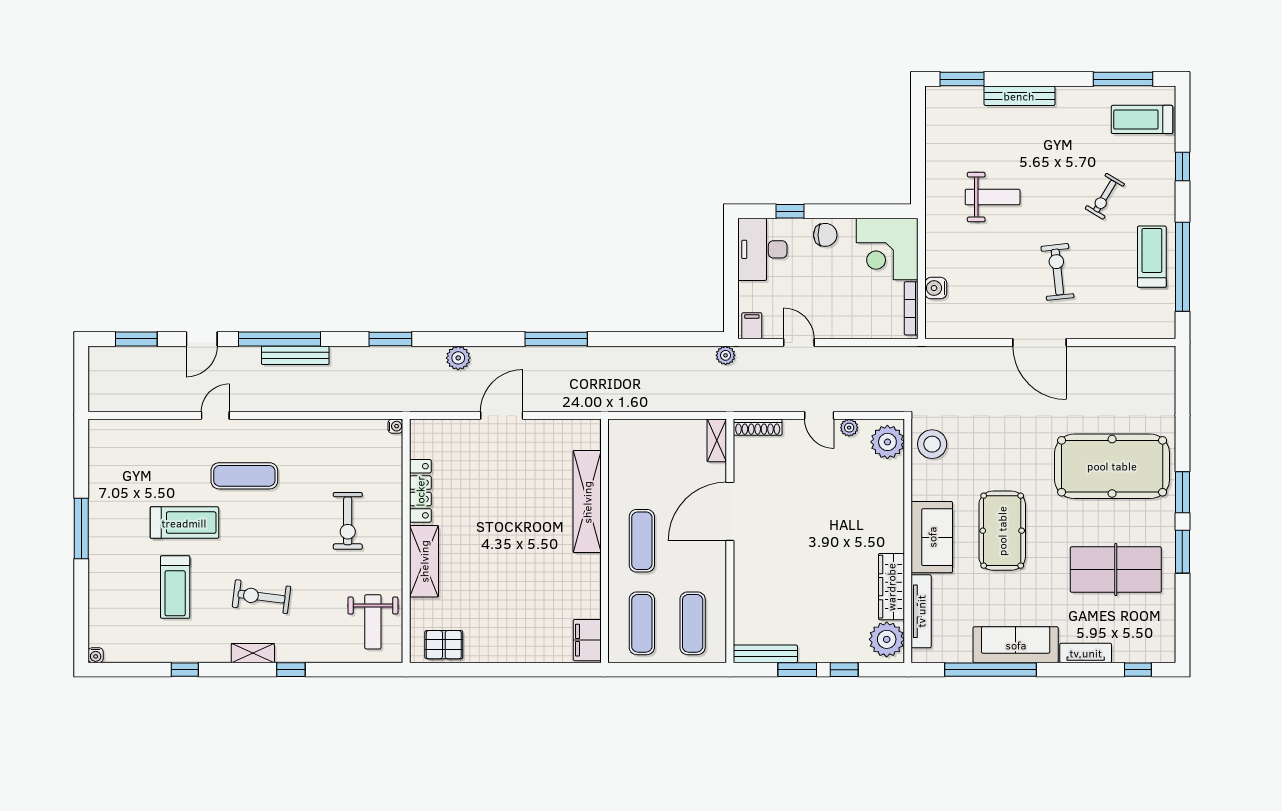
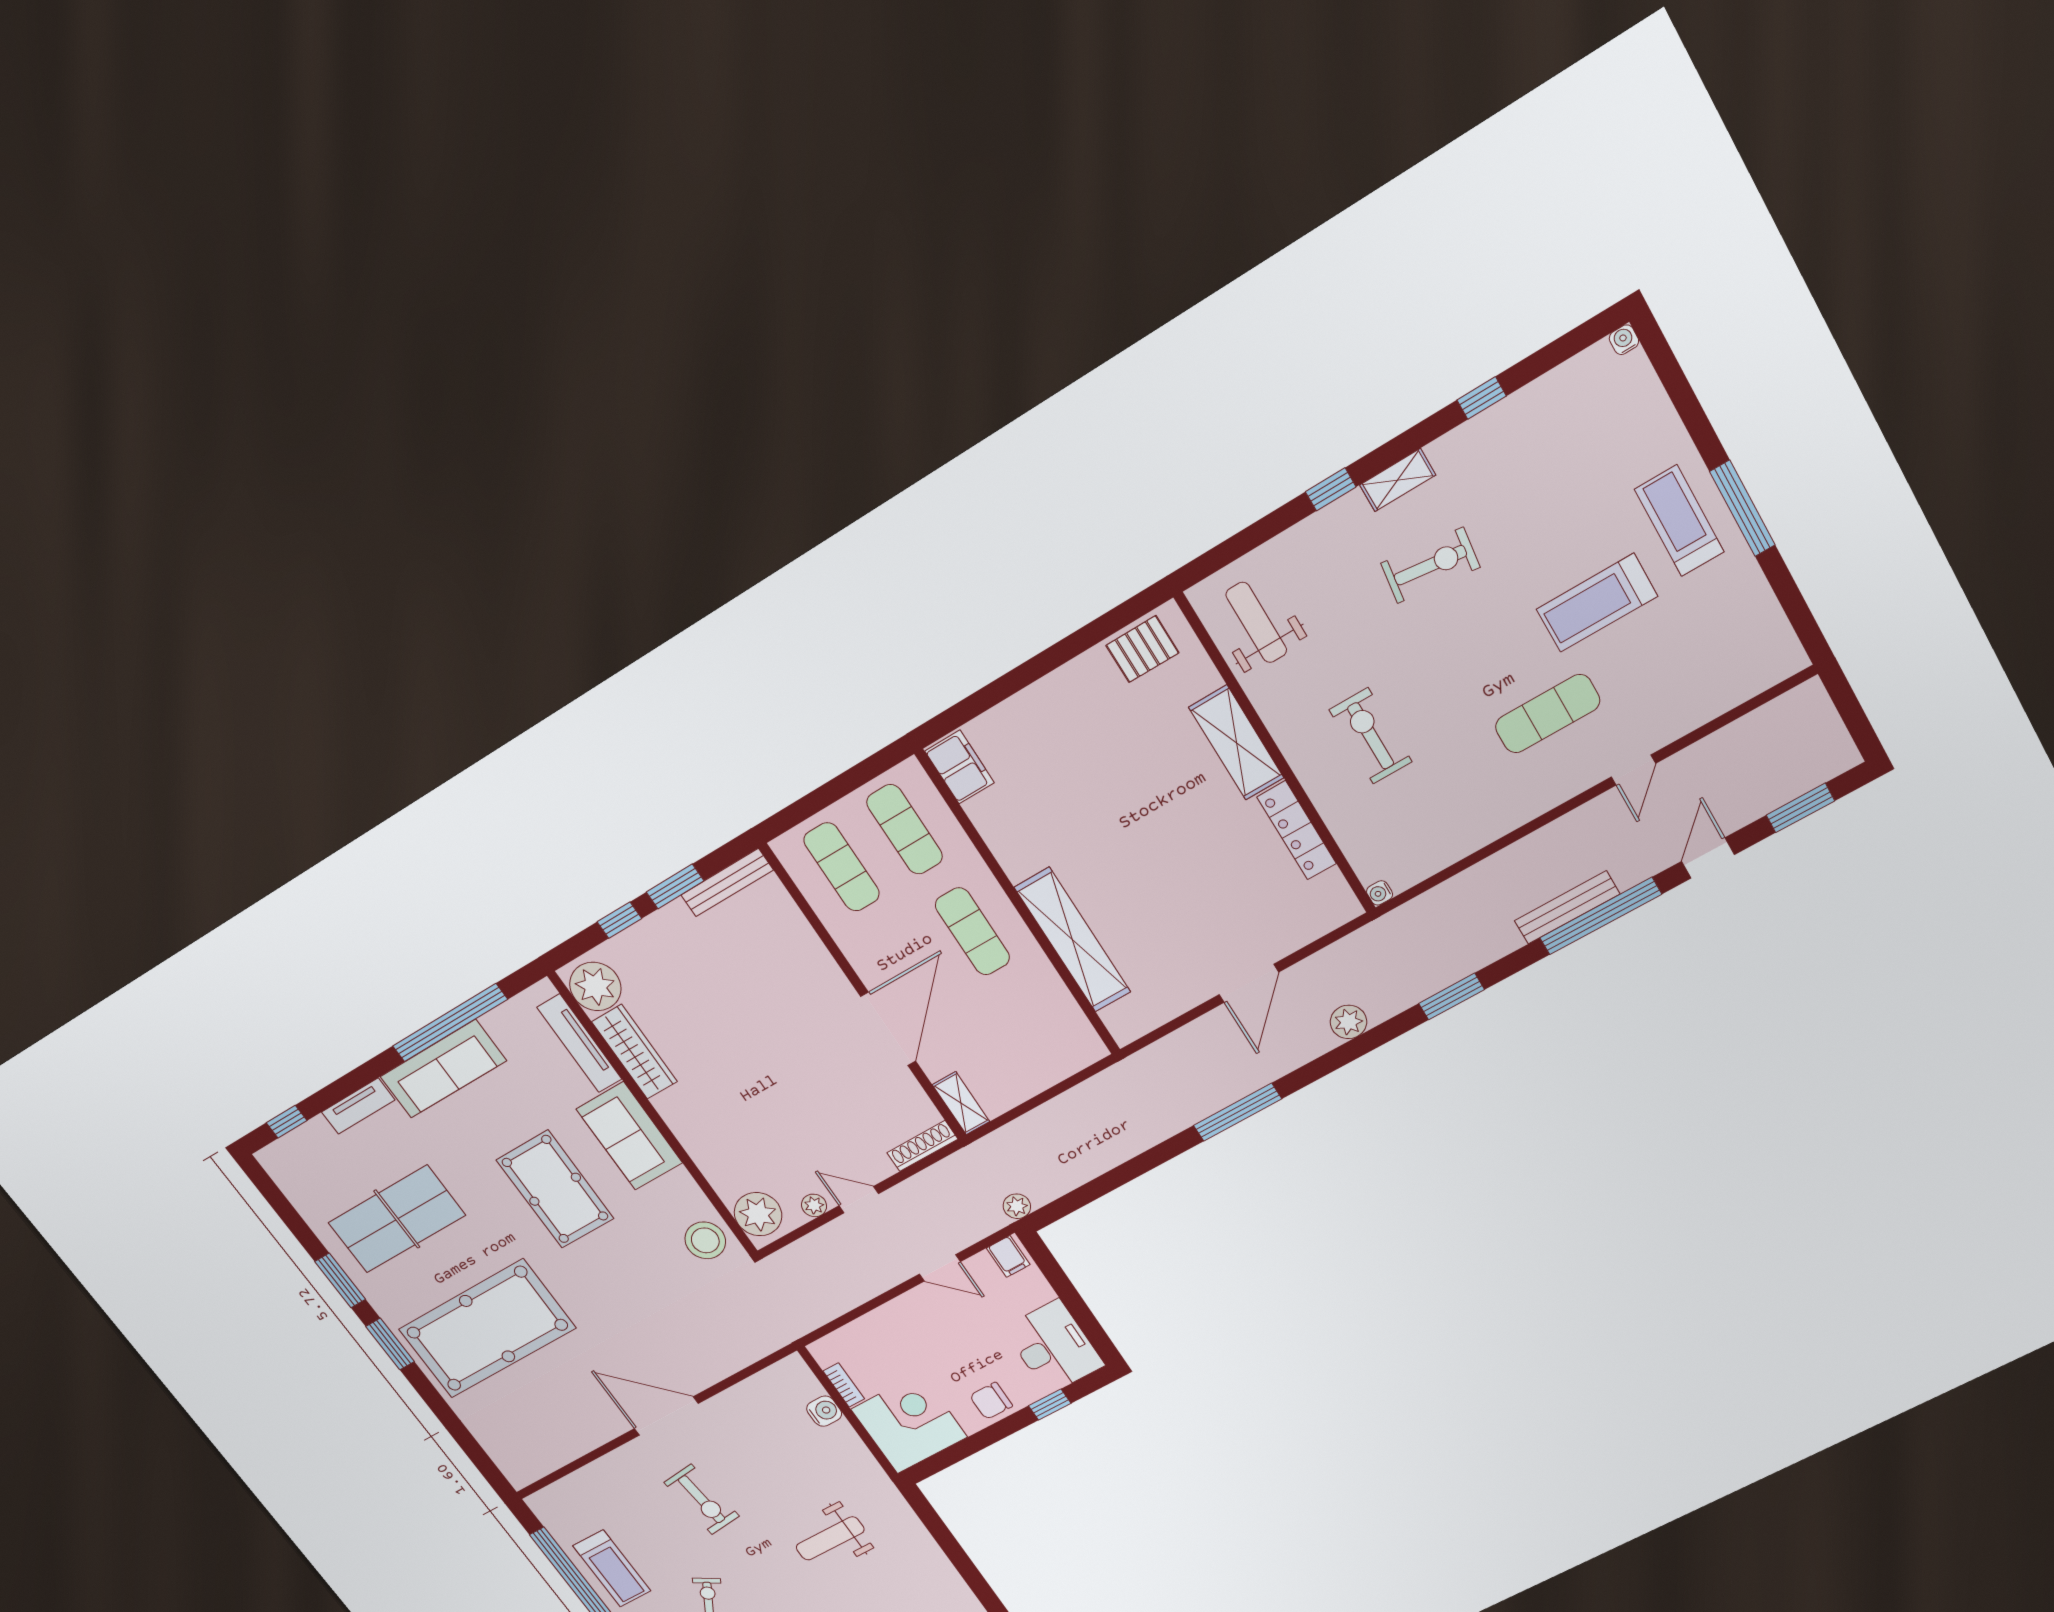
bookcase: (911, 308) -> (844, 1385), width x0.64
treadmill: (175, 587) -> (1679, 521), moved

